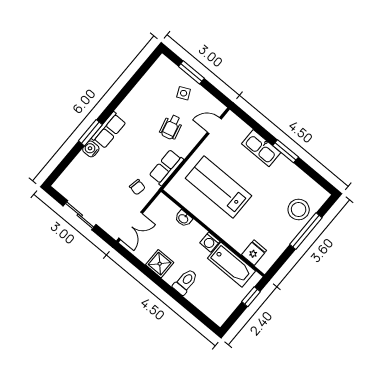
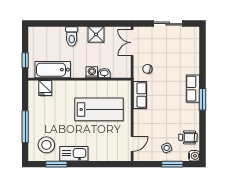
wheelchair: (171, 127) -> (188, 137), moved, turned 105
window: (90, 133) -> (202, 99), moved
kitchen sink: (261, 148) -> (74, 154), moved
water cooler: (91, 149) -> (194, 156), moved
window: (286, 151) -> (56, 164), moved
stool: (299, 209) -> (46, 145), moved
washing machine: (210, 242) -> (92, 72), moved

